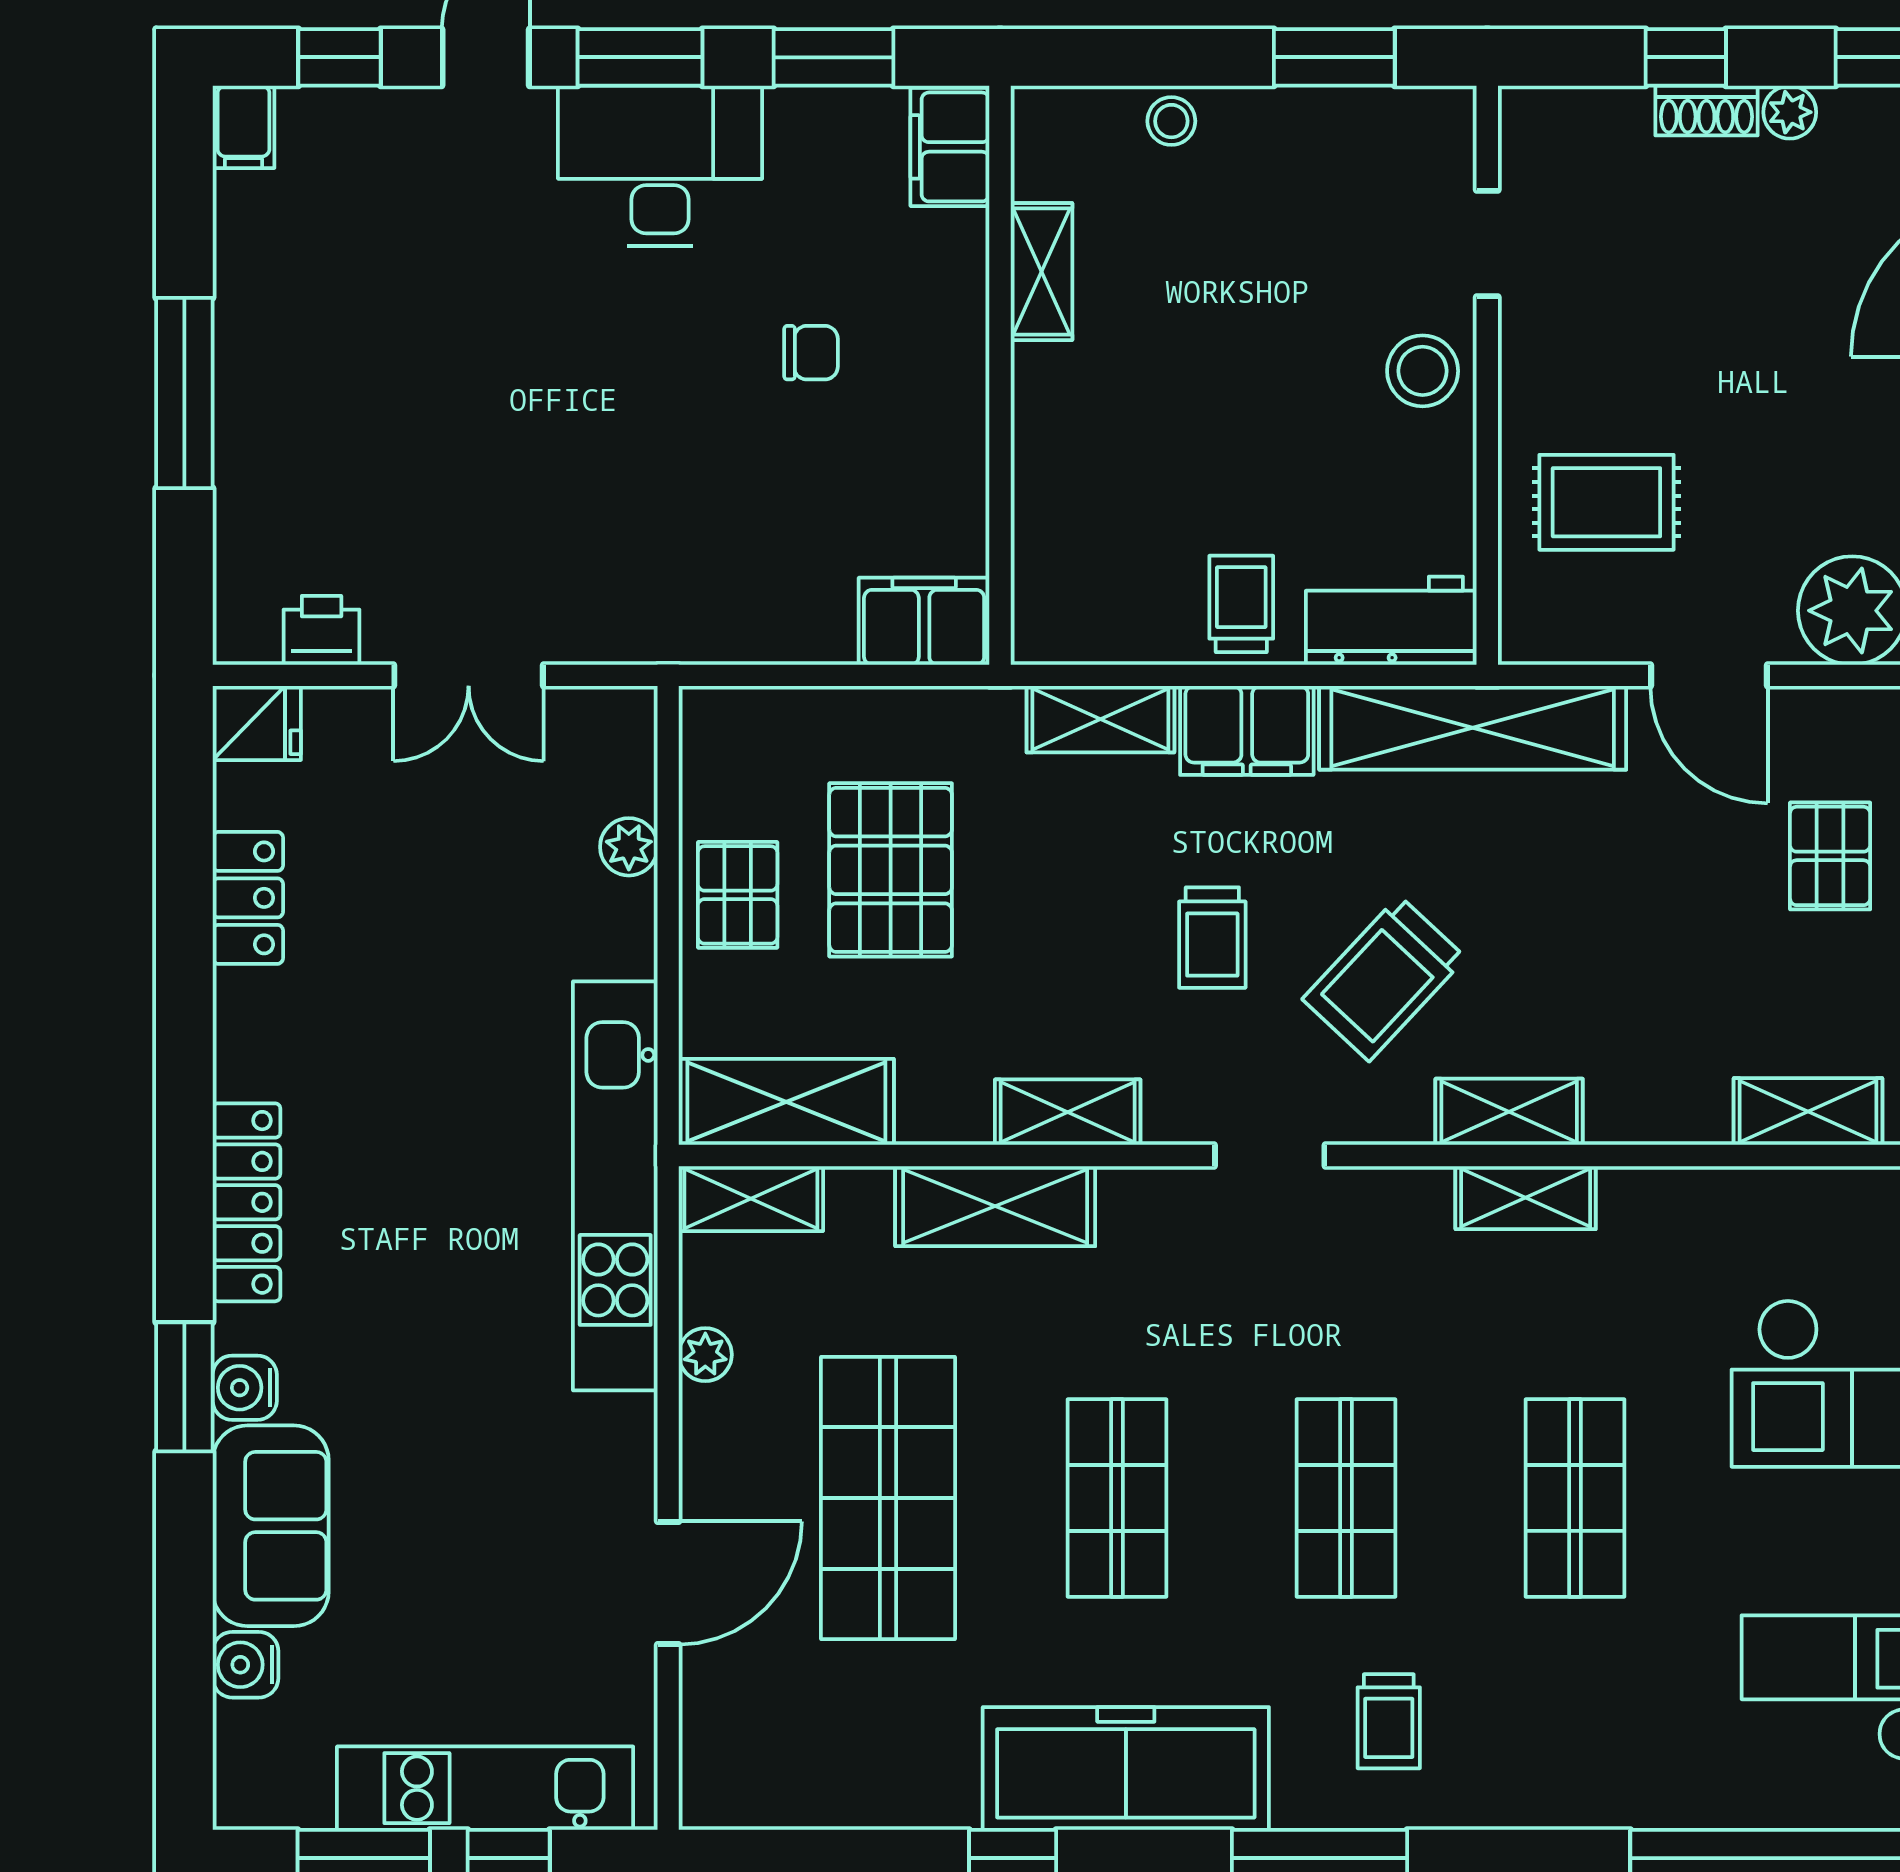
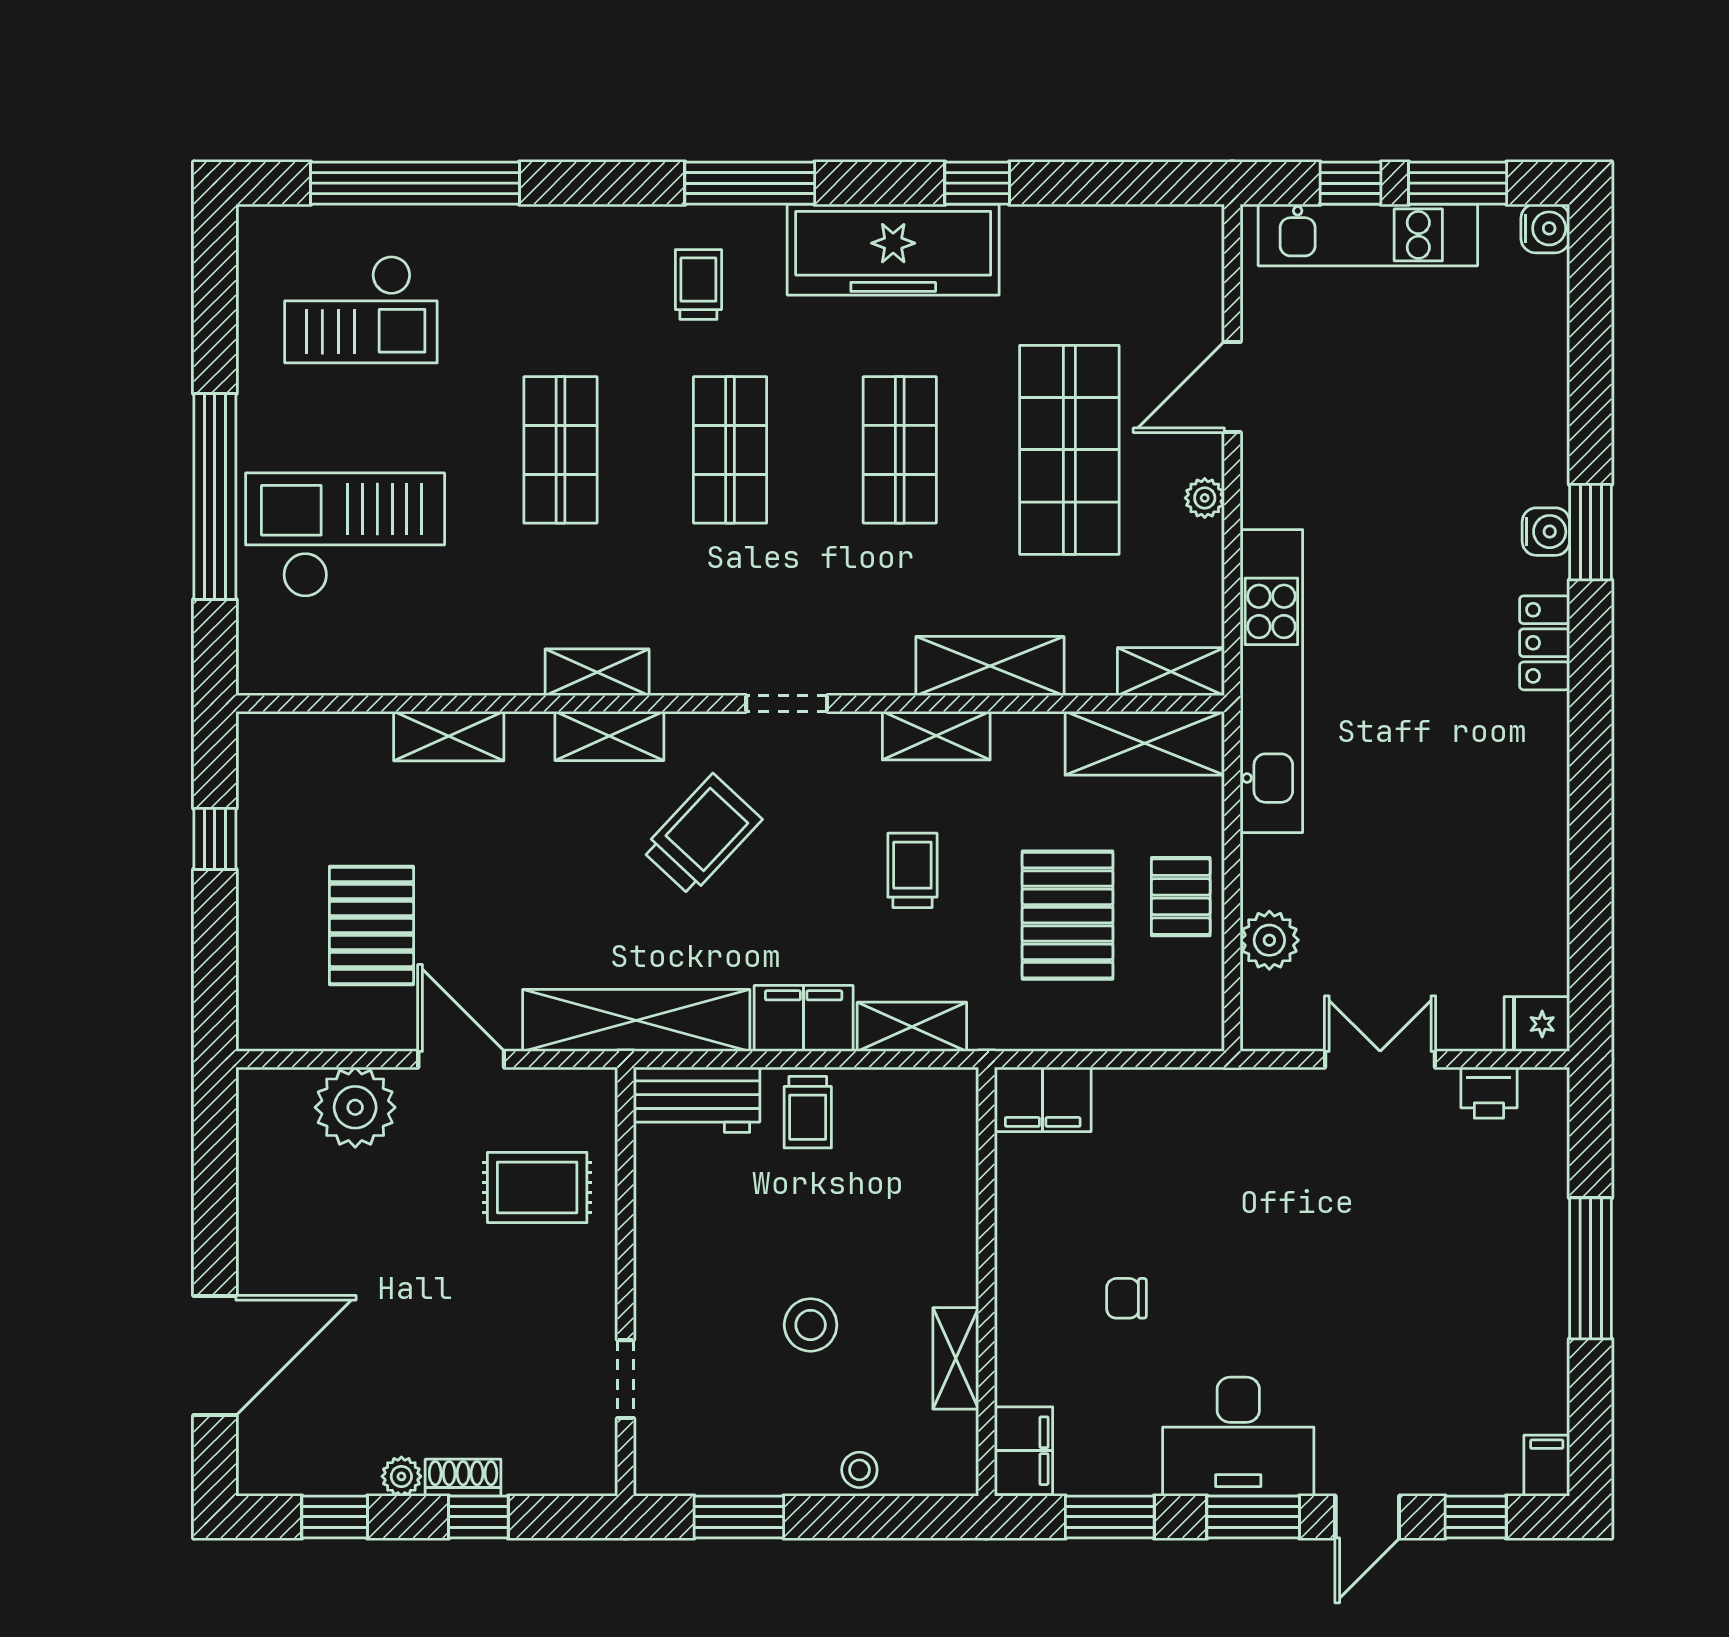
stool: (1423, 371) -> (811, 1325), moved
plant: (629, 847) -> (1269, 940), width x1.38, depth x1.38
pallet: (1830, 856) -> (372, 925), width x1.50, depth x1.42
locker: (248, 898) -> (1544, 894), removed
trolley: (1212, 938) -> (912, 870), moved
shelving: (1808, 1111) -> (449, 736), moved
locker: (246, 1202) -> (1545, 643), width x0.66
plant: (705, 1355) -> (1205, 498), moved
sofa: (271, 1526) -> (1527, 429), removed
water cooler: (246, 1665) -> (1545, 228), moved

